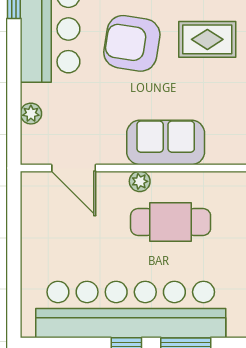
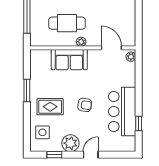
armchair: (132, 43) -> (85, 105), width x0.53, depth x0.53
plant: (31, 114) -> (131, 57), moved

